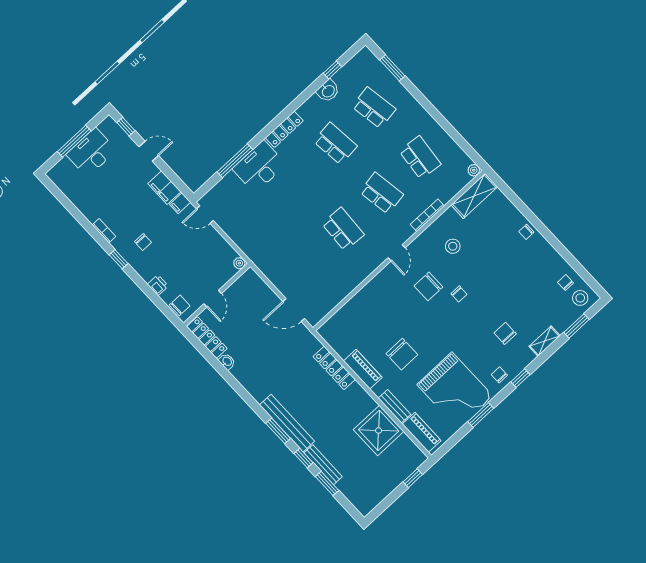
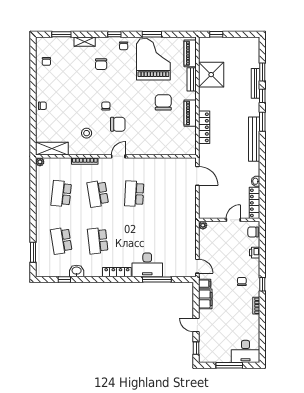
desk: (91, 152) -> (246, 351), moved
stool: (580, 298) -> (46, 47), removed
bench: (287, 423) -> (254, 139), moved

